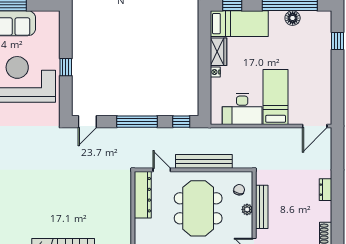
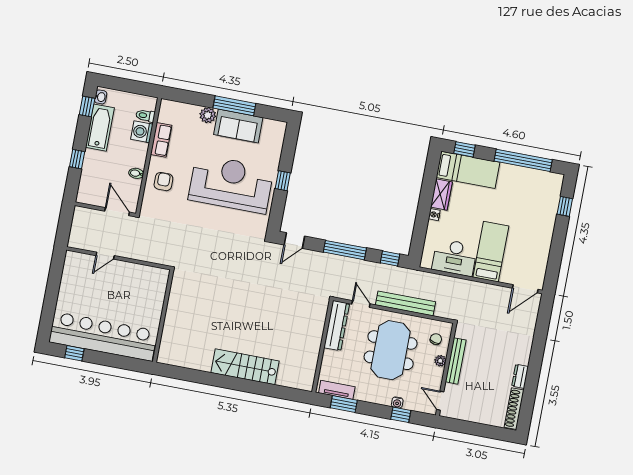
floor lamp: (293, 18) -> (523, 174), removed
dresser: (325, 190) -> (520, 376), moved

